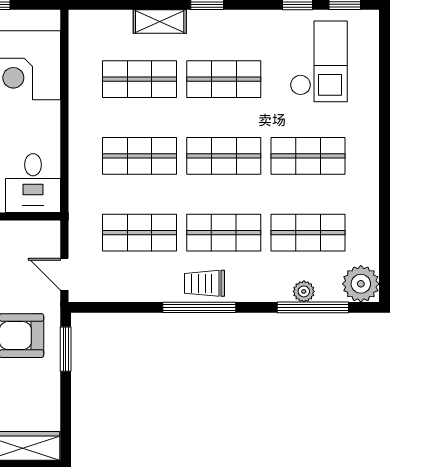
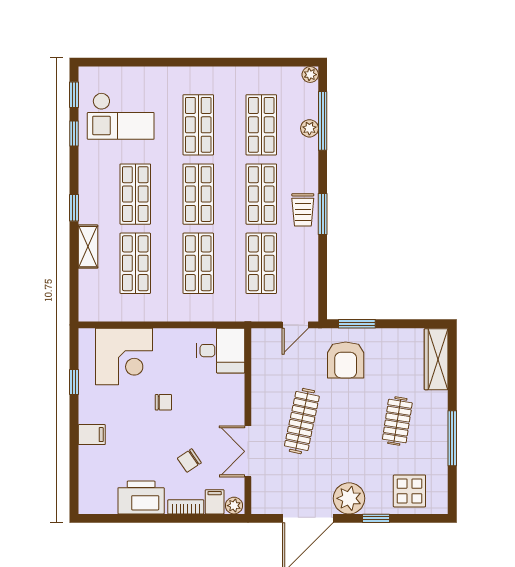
checkout: (319, 61) -> (121, 116), turned 180
plant: (361, 284) -> (310, 75), width x0.53, depth x0.53
window: (199, 307) -> (323, 214), width x0.69

